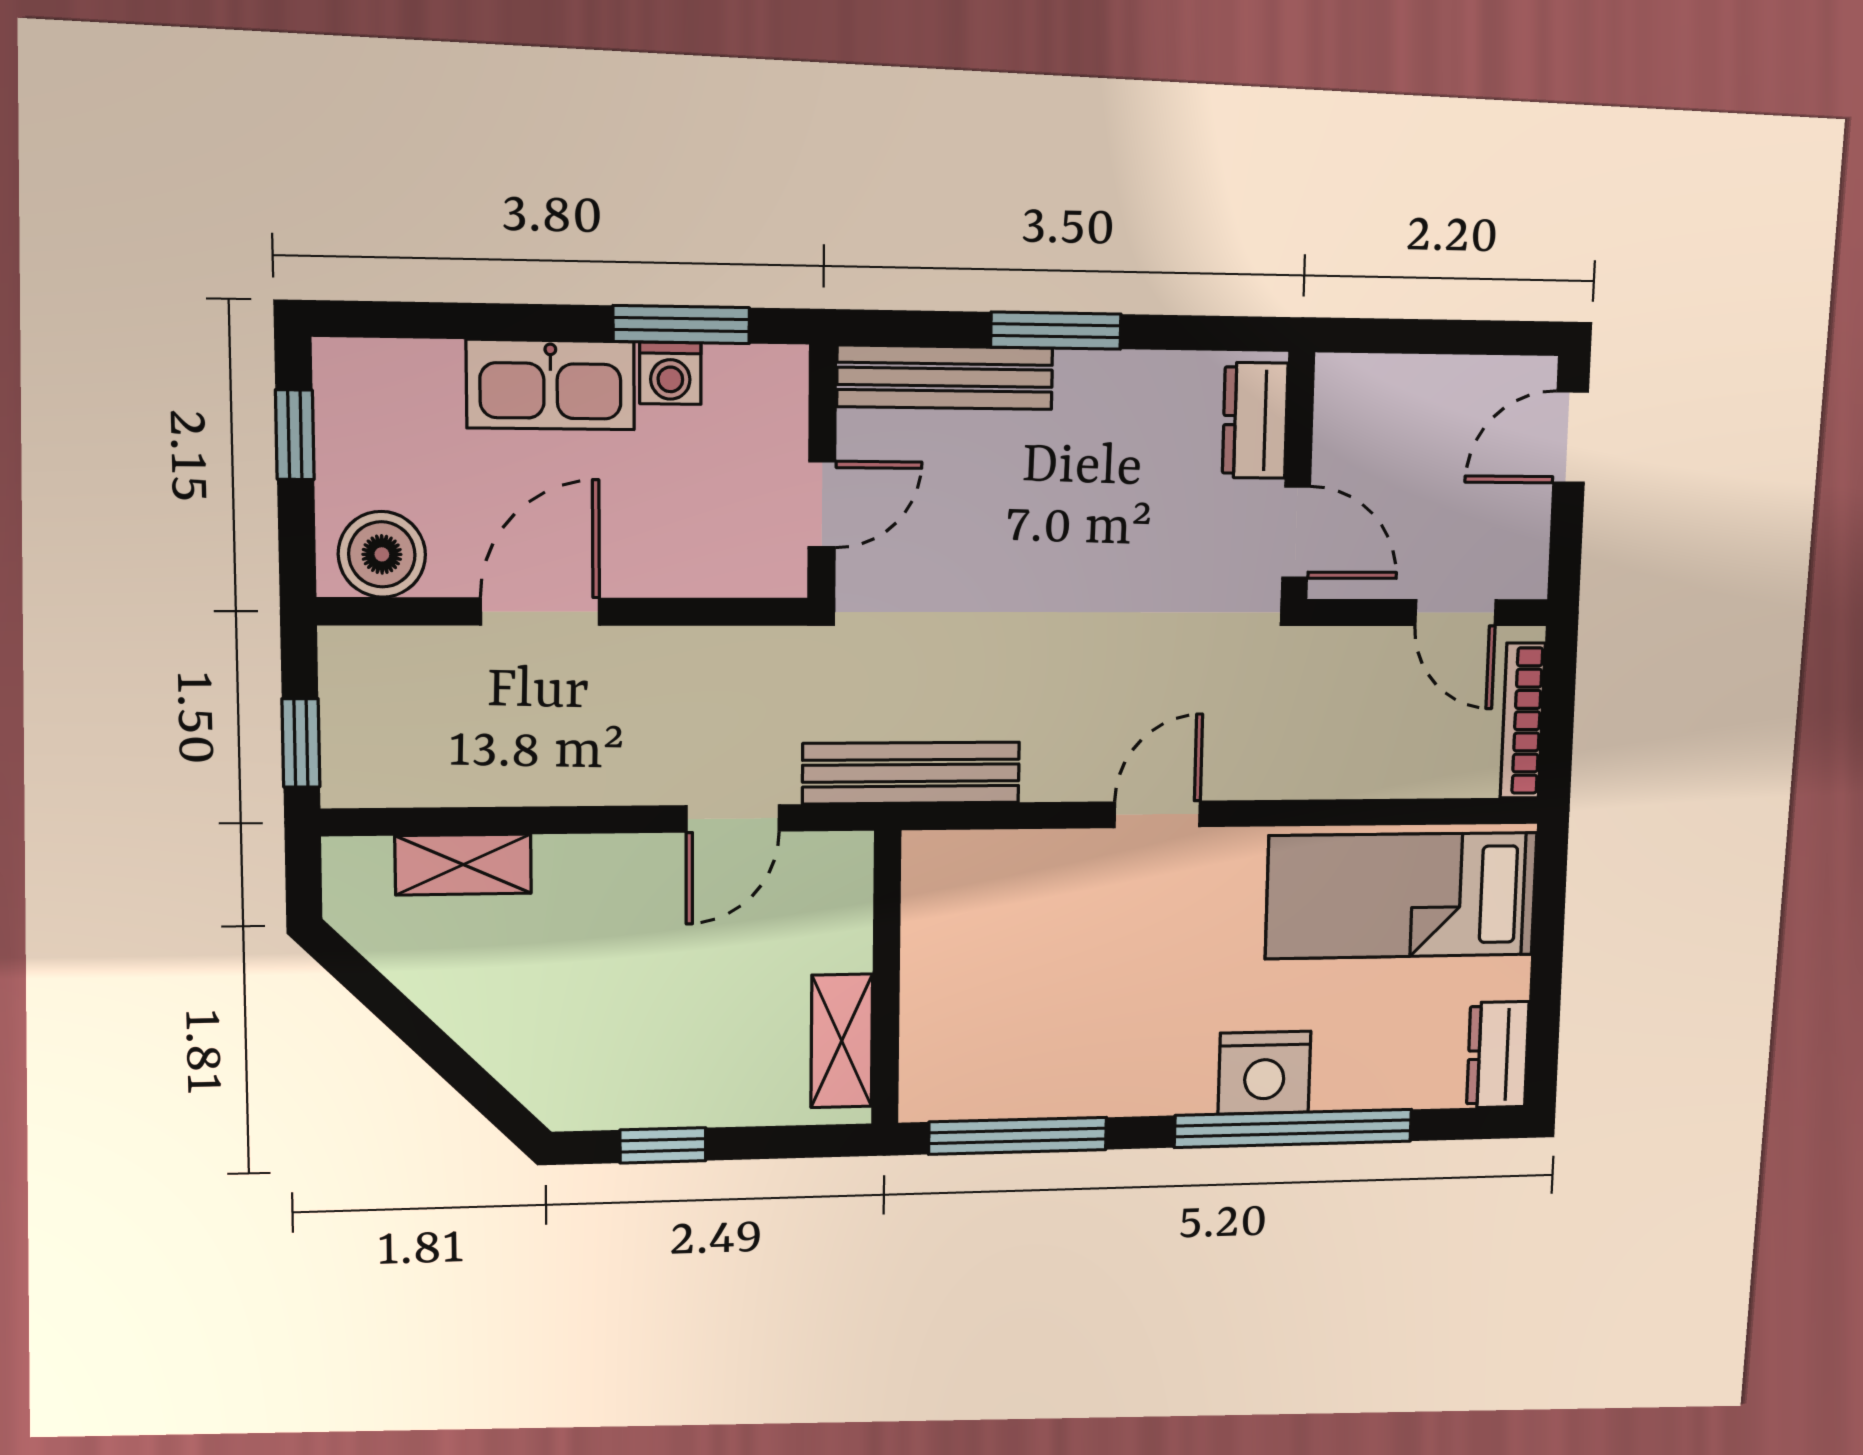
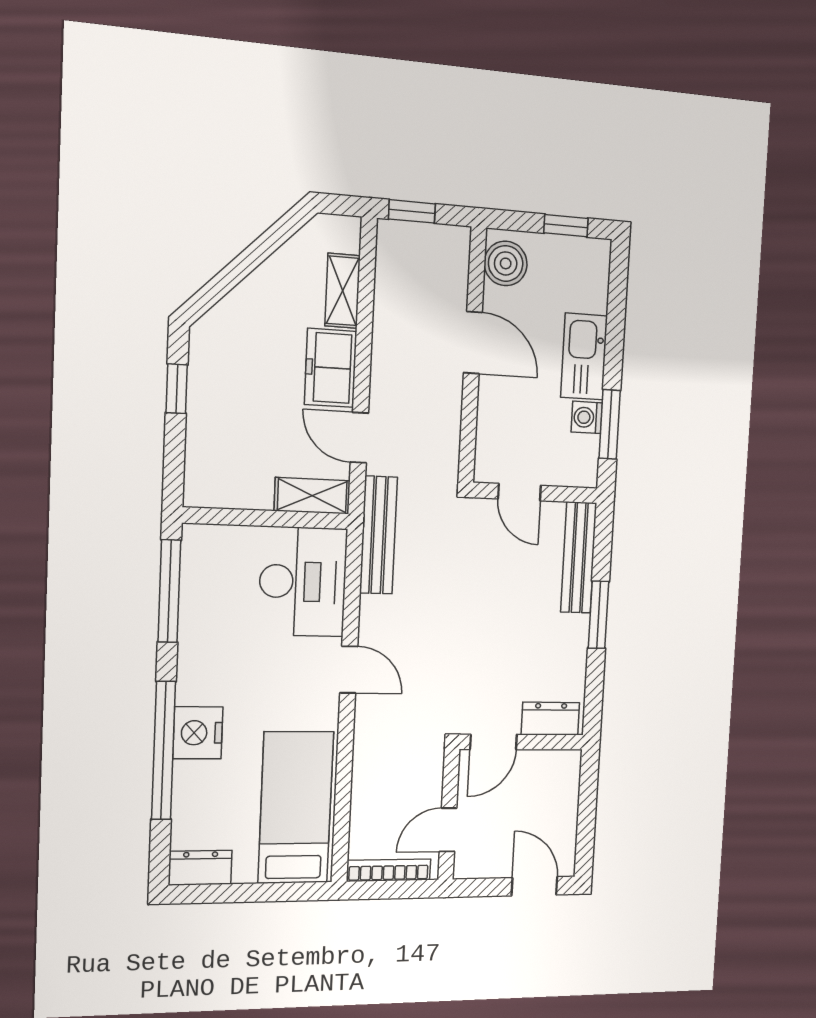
freezer: (607, 878) -> (331, 368), added
desk: (999, 906) -> (303, 582), added
shelving: (842, 1041) -> (312, 496), moved

